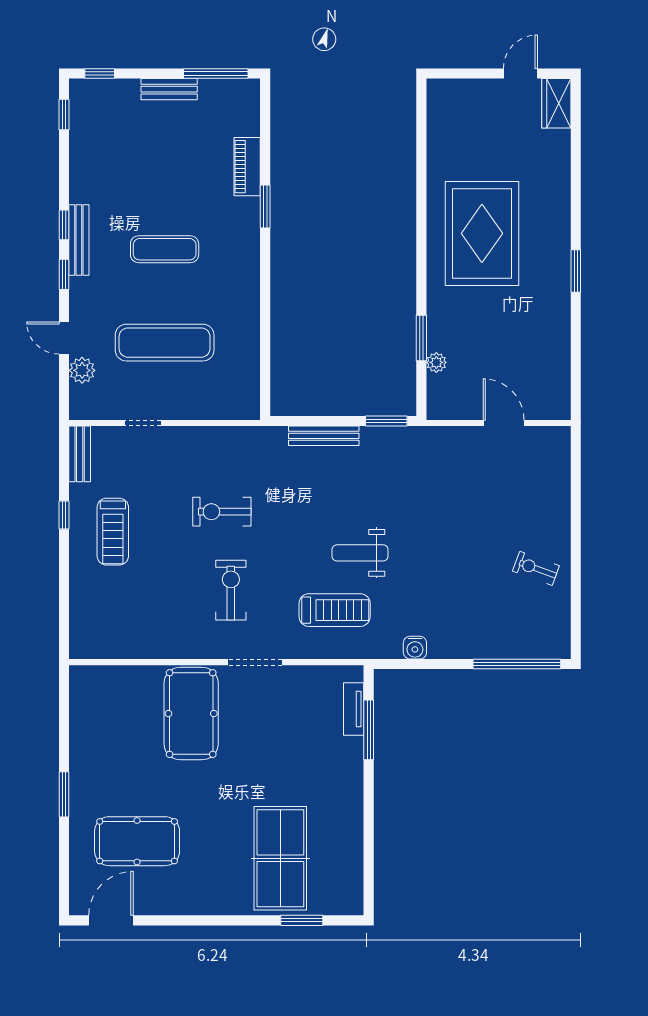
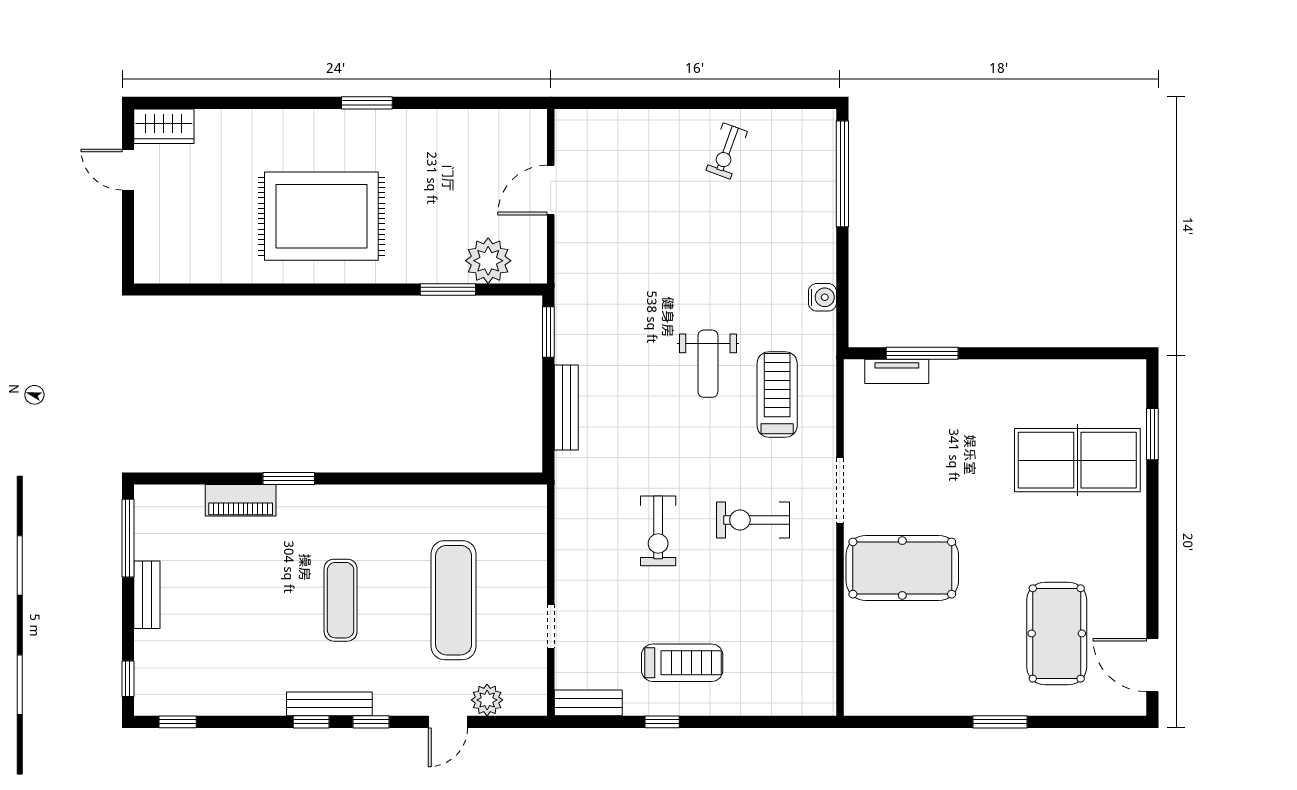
plant: (436, 362) -> (488, 261), width x1.88, depth x1.88

